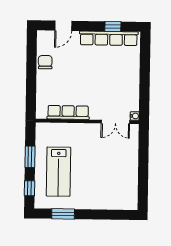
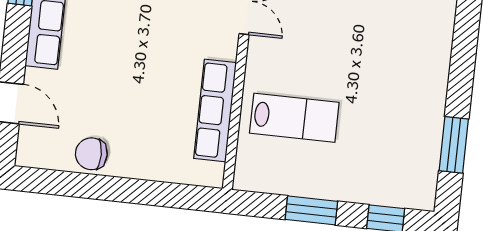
lab bench: (58, 172) -> (294, 118), moved, width x0.73, depth x0.72

